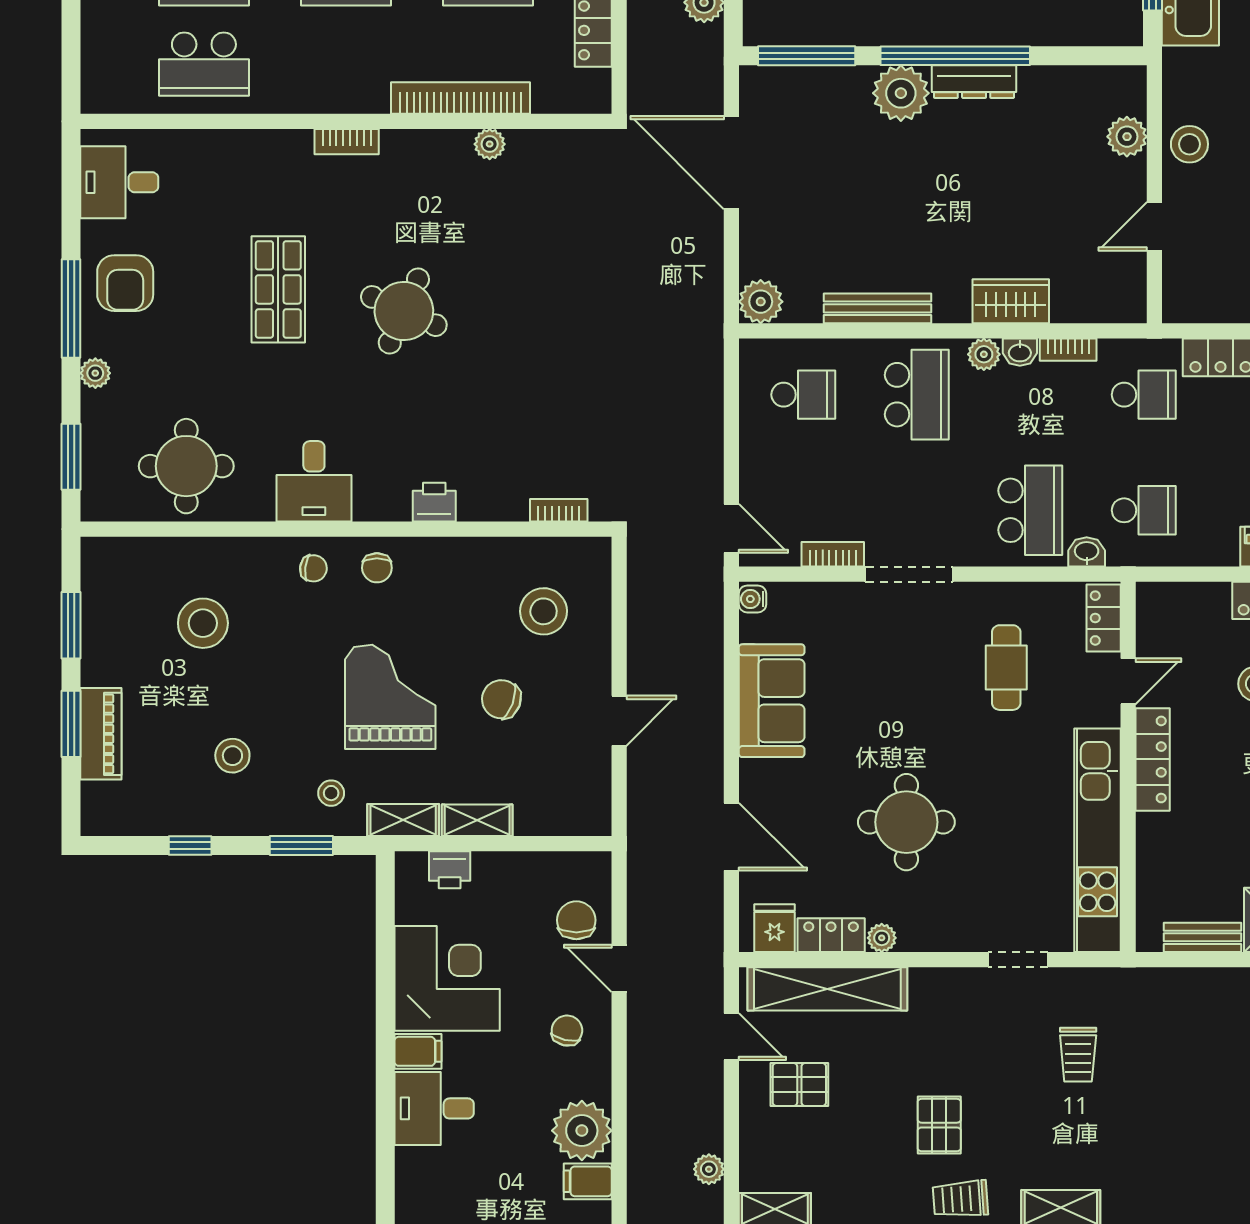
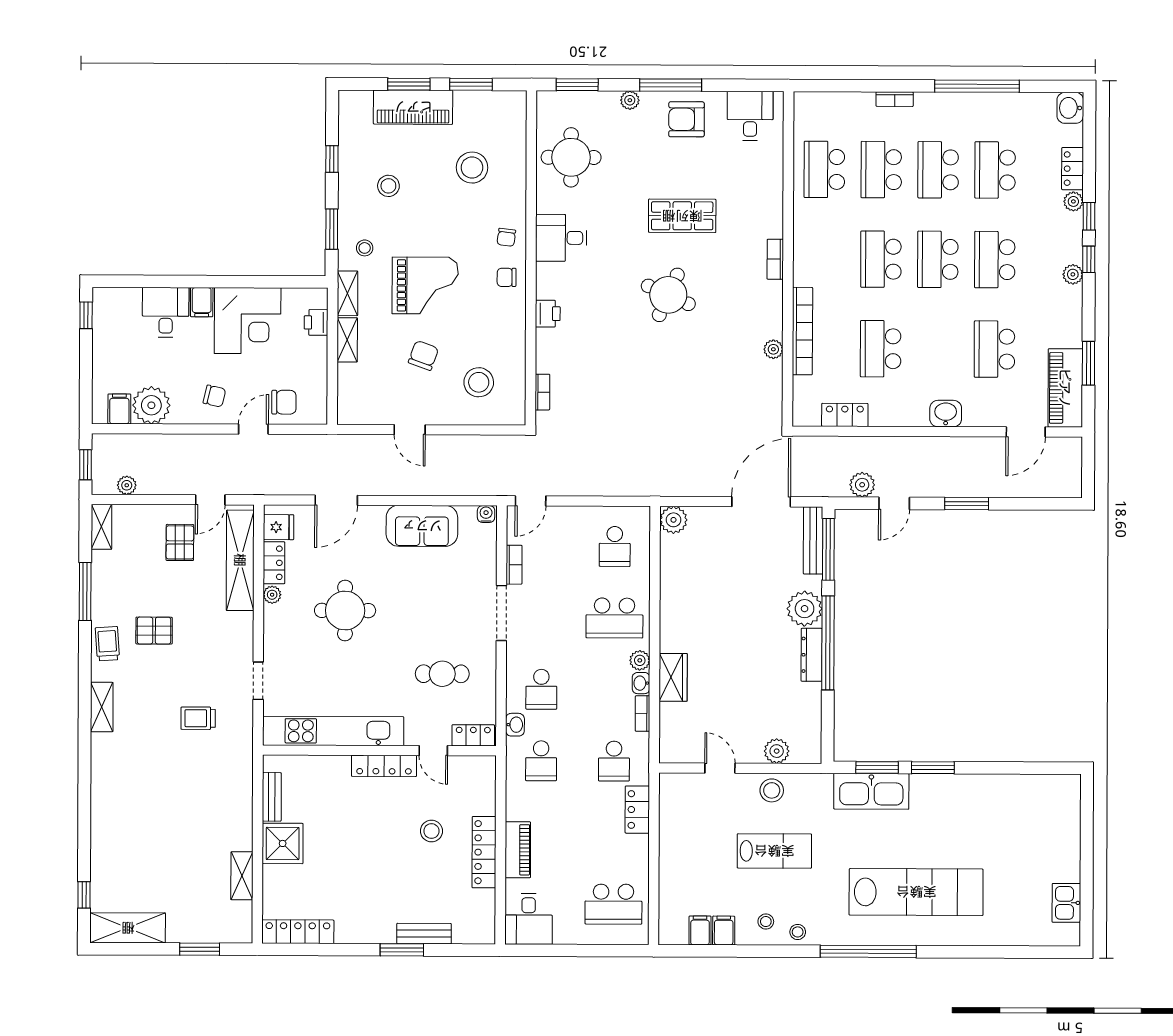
bench: (878, 308) -> (813, 540), moved
school desk: (1030, 510) -> (541, 689), width x0.54
piano: (101, 734) -> (413, 107), width x1.37, depth x1.33

